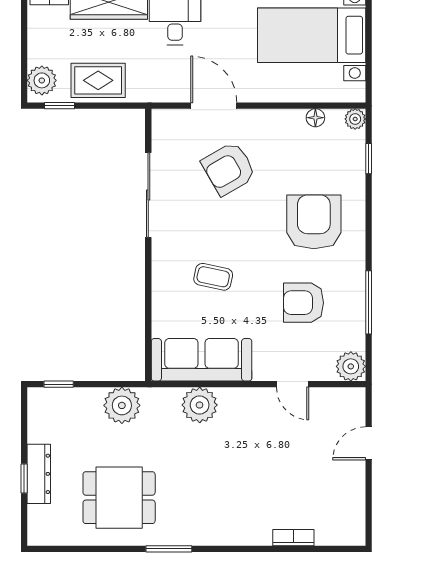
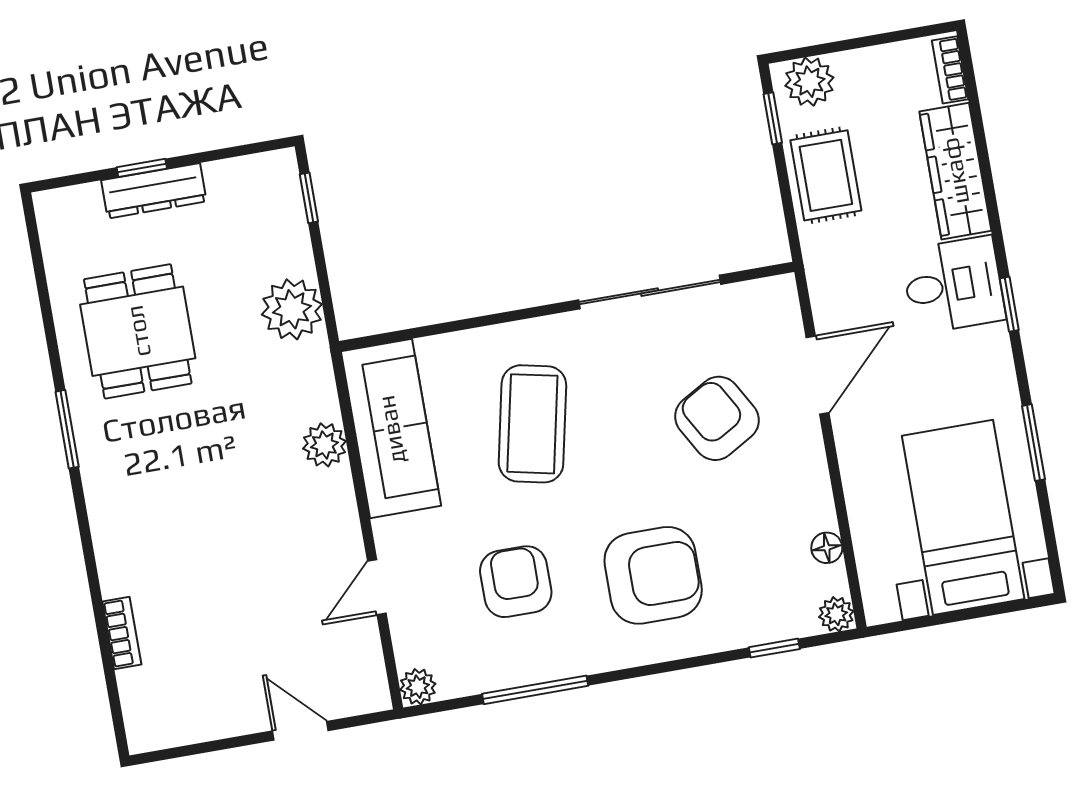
coffee table: (213, 277) -> (532, 424), width x1.86, depth x1.72
plant: (351, 366) -> (418, 687), width x0.73, depth x0.73
plant: (200, 405) -> (324, 445), width x0.73, depth x0.73

